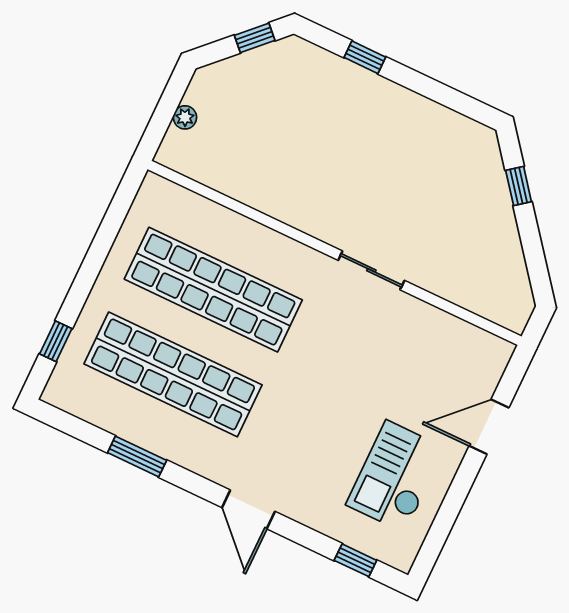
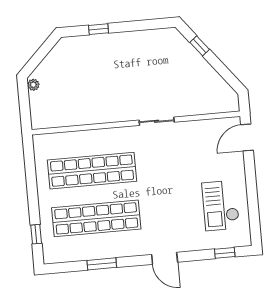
window: (255, 38) -> (45, 49), removed
plant: (185, 117) -> (33, 85), moved
door: (489, 427) -> (247, 137), moved

